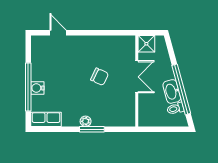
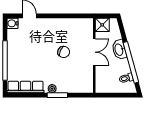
water cooler: (37, 88) -> (13, 23), moved
washbasin: (172, 91) -> (119, 50), moved
row of seats: (46, 119) -> (26, 87), width x1.48

